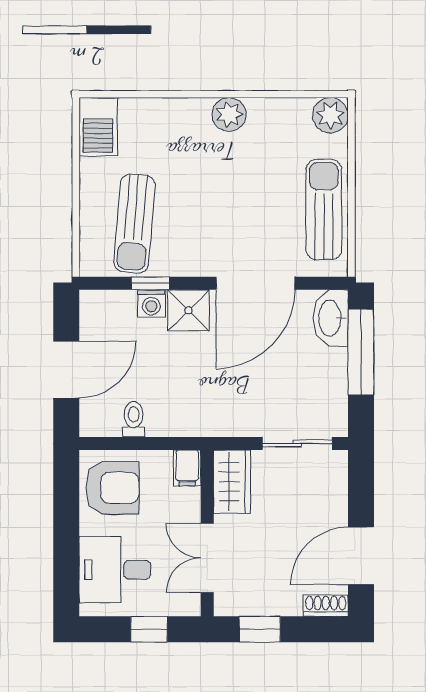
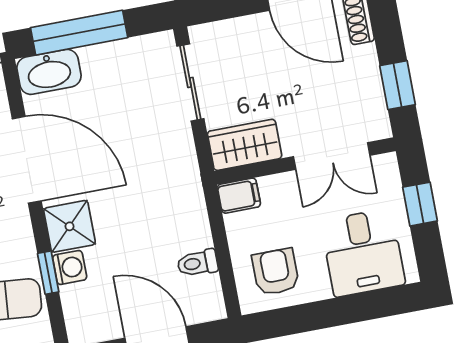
armchair: (112, 488) -> (276, 272), width x0.72, depth x0.72

